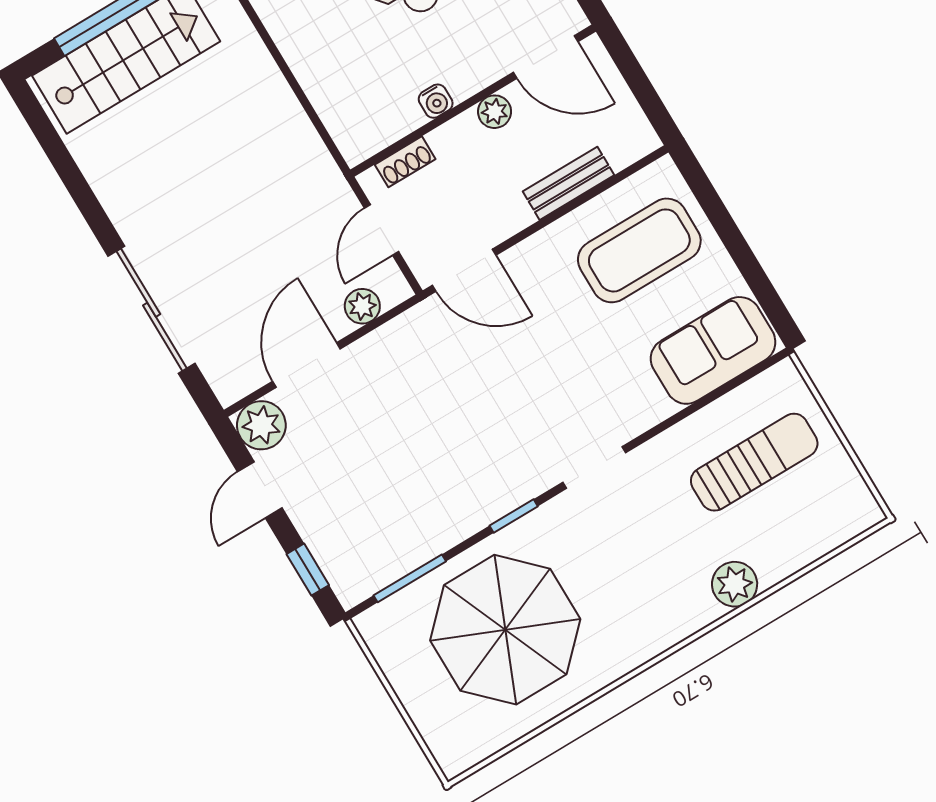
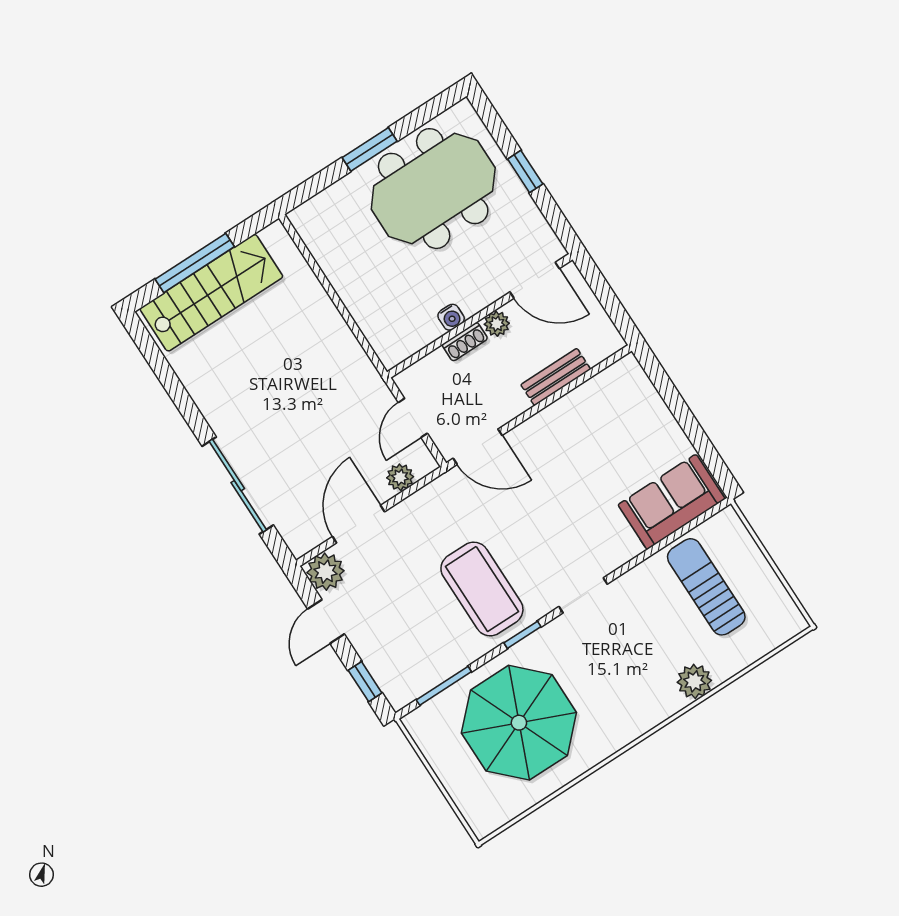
shoe rack: (405, 162) -> (465, 342), moved
coffee table: (639, 250) -> (482, 589), moved, turned 90
sun lounger: (754, 462) -> (706, 587), turned -90

